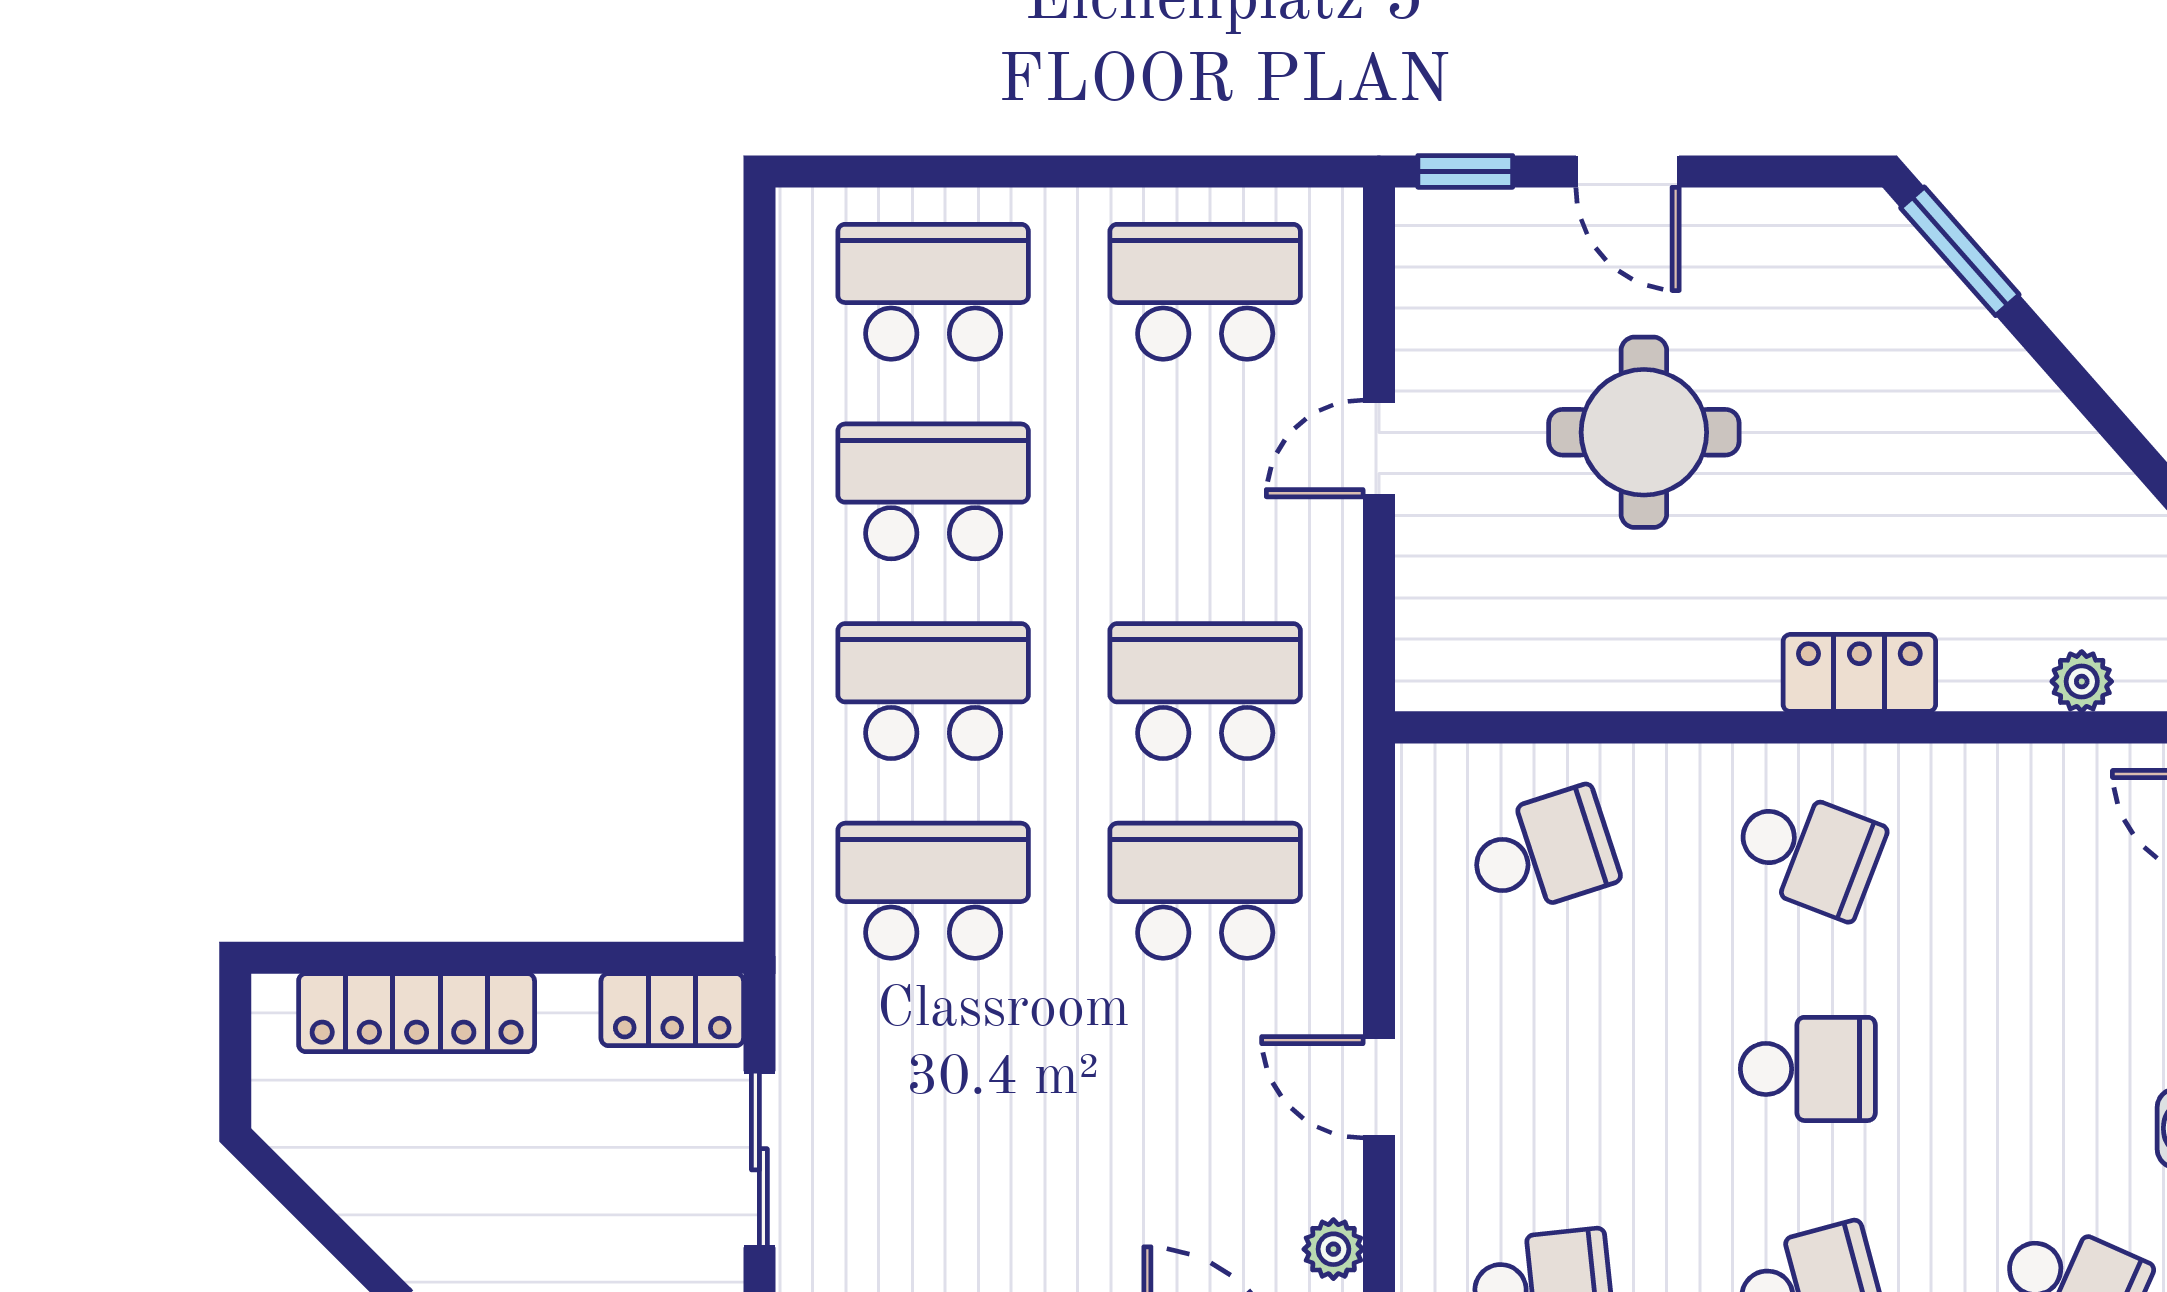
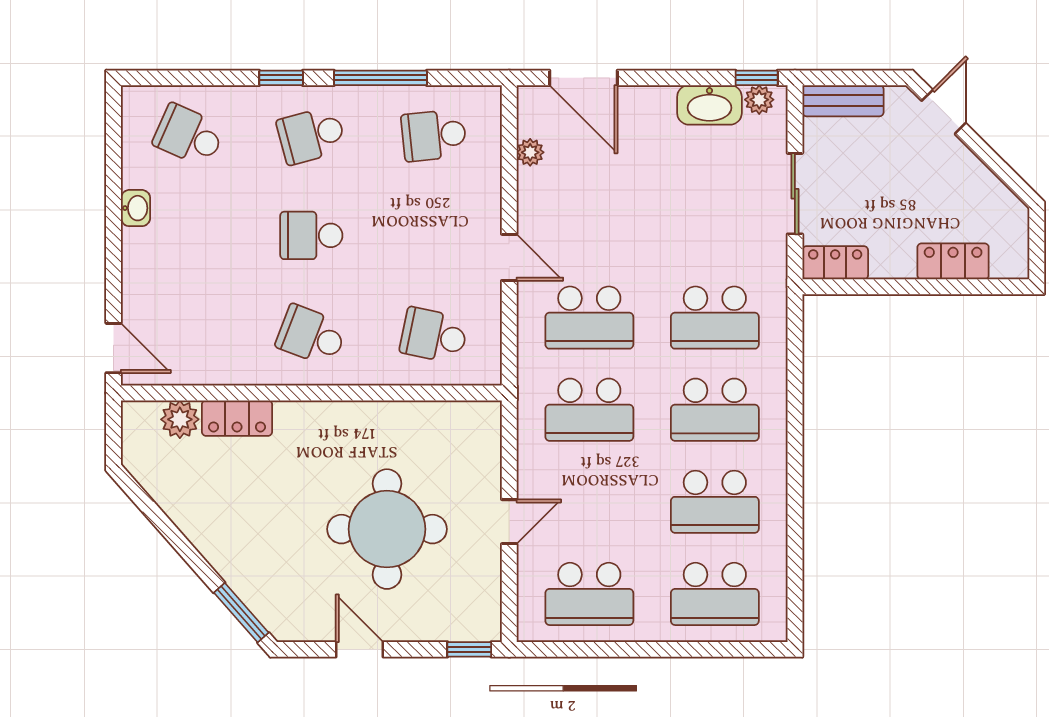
door: (1628, 171) -> (360, 649), moved
round table: (1644, 432) -> (387, 529), width x1.36, depth x1.36
locker: (1859, 673) -> (237, 418), moved
plant: (2082, 681) -> (180, 419), width x1.38, depth x1.38
school desk: (1542, 852) -> (434, 335), turned 30
locker: (417, 1013) -> (953, 261), width x0.66
door: (1379, 1087) -> (509, 257), moved

